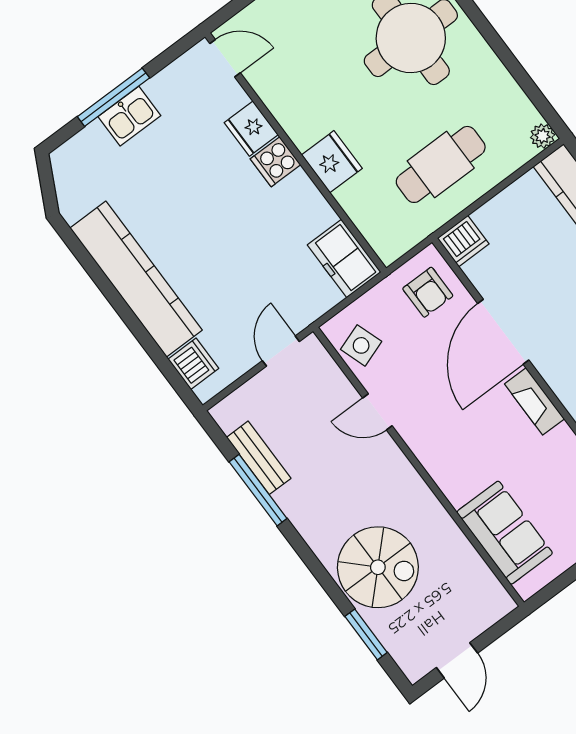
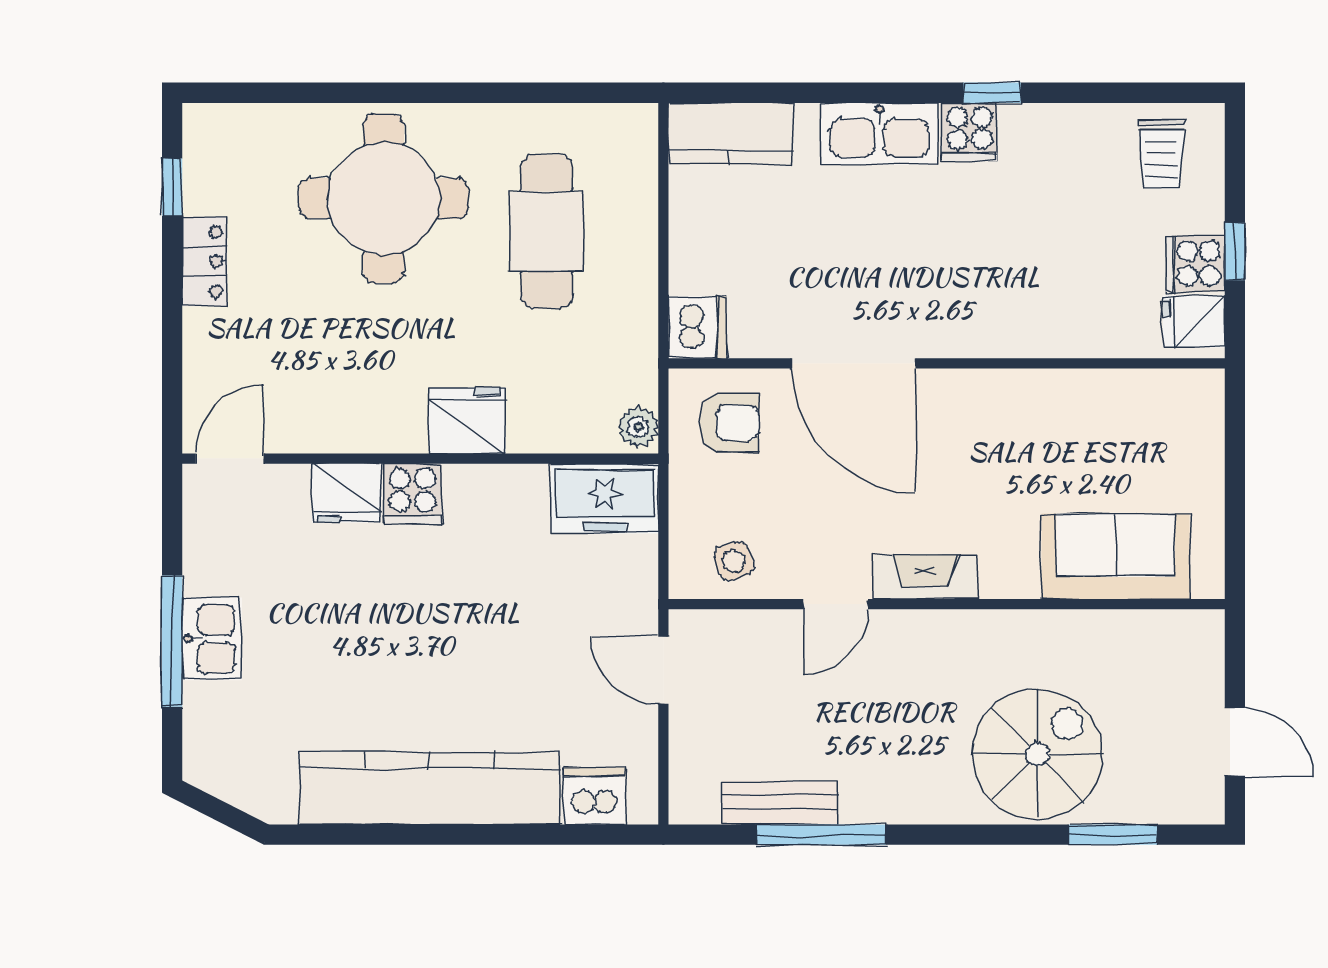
plant: (543, 136) -> (638, 427), moved
cafe table: (441, 164) -> (547, 232), moved
side table: (361, 345) -> (734, 561), width x0.73, depth x0.73
fireplace: (534, 401) -> (925, 577), moved, turned 180

